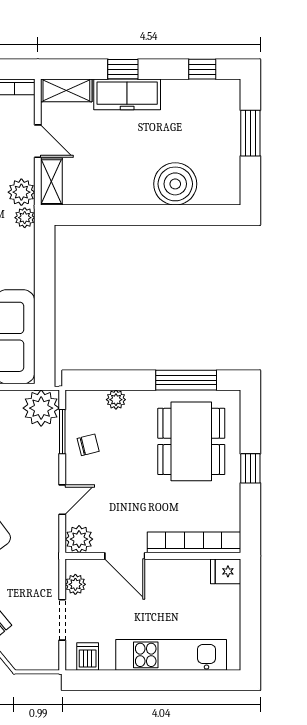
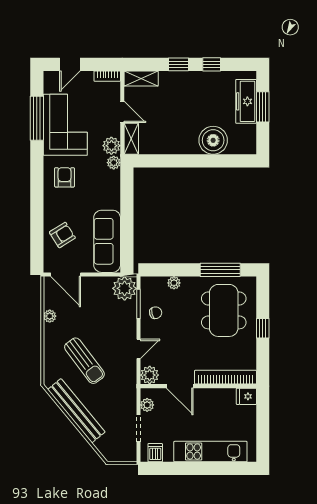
window: (202, 69) -> (212, 64), moved
freezer: (127, 94) -> (246, 101), moved, turned 90

